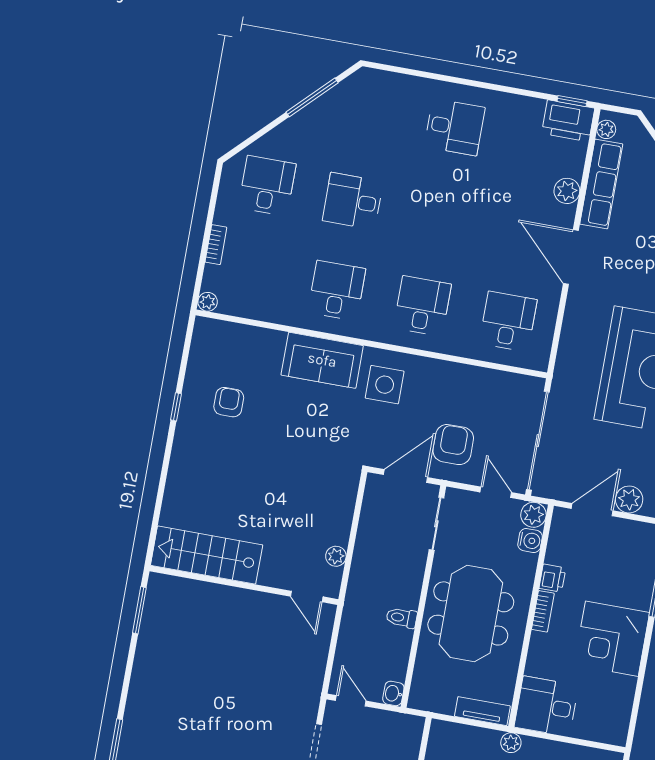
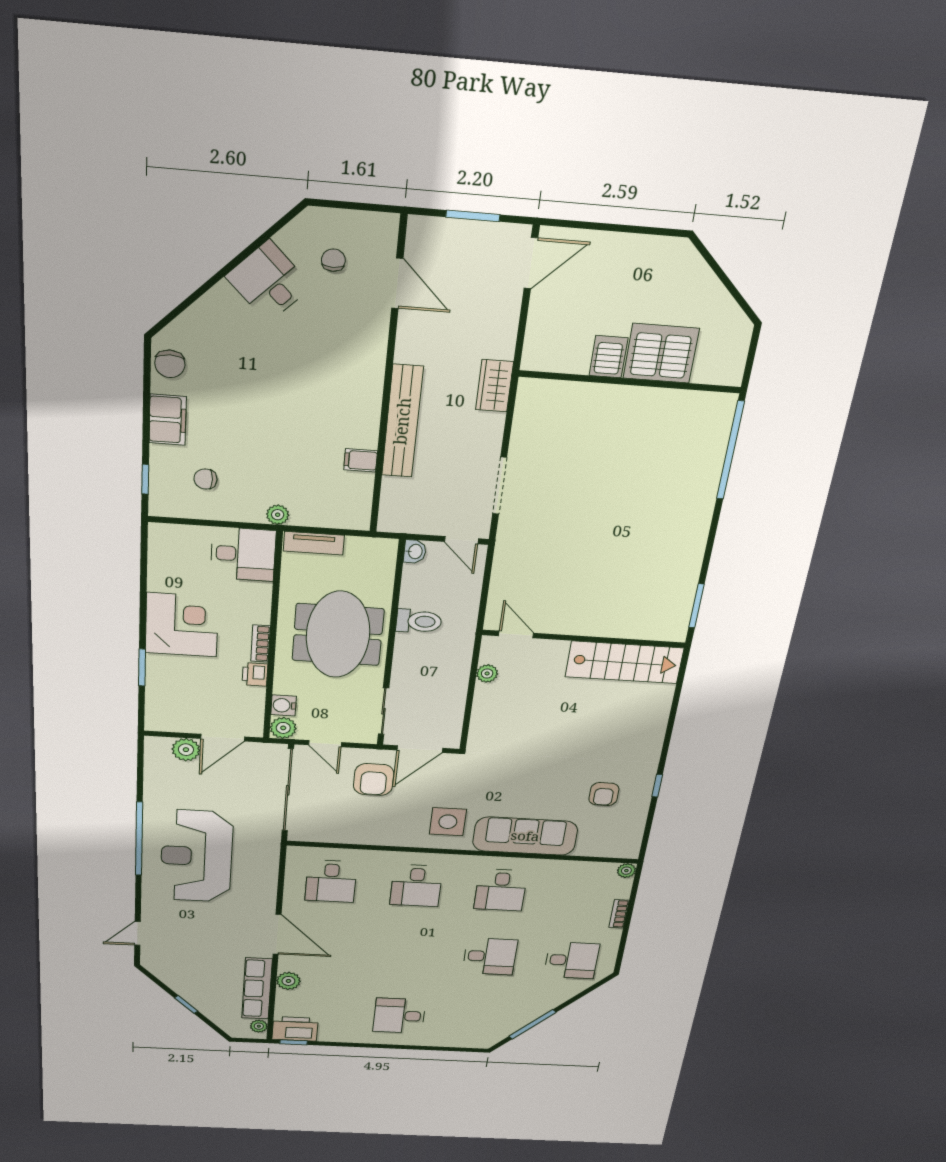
desk: (267, 186) -> (571, 960), turned -90
sofa: (322, 360) -> (525, 836), width x1.36
toilet: (402, 618) -> (419, 621), width x1.37, depth x1.39

